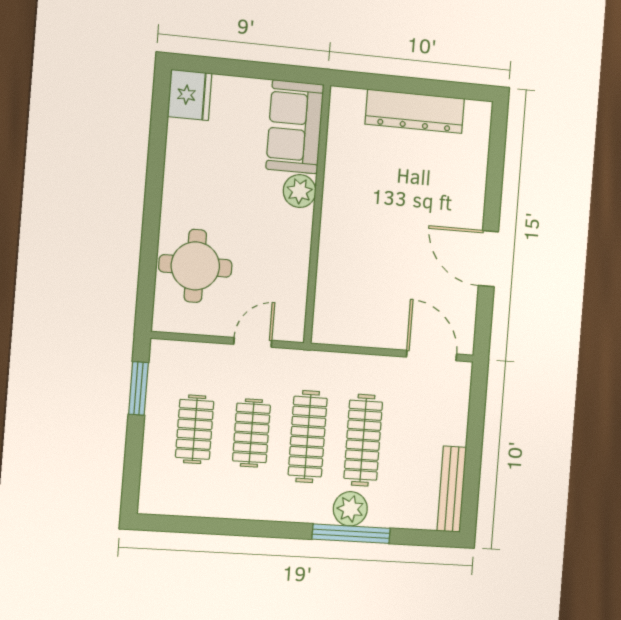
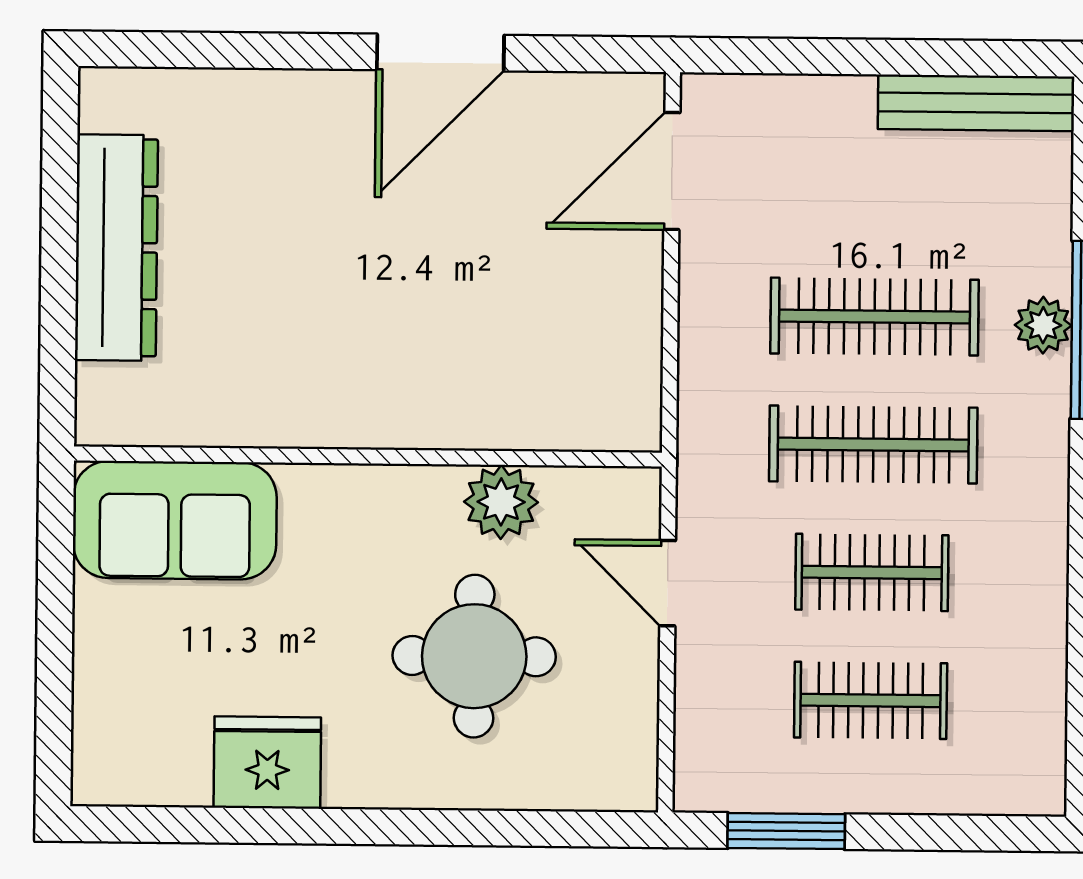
fridge: (190, 95) -> (267, 763), moved
plant: (300, 191) -> (501, 502), moved
round table: (195, 266) -> (474, 656), moved
plant: (350, 509) -> (1043, 325), width x0.73, depth x0.73

